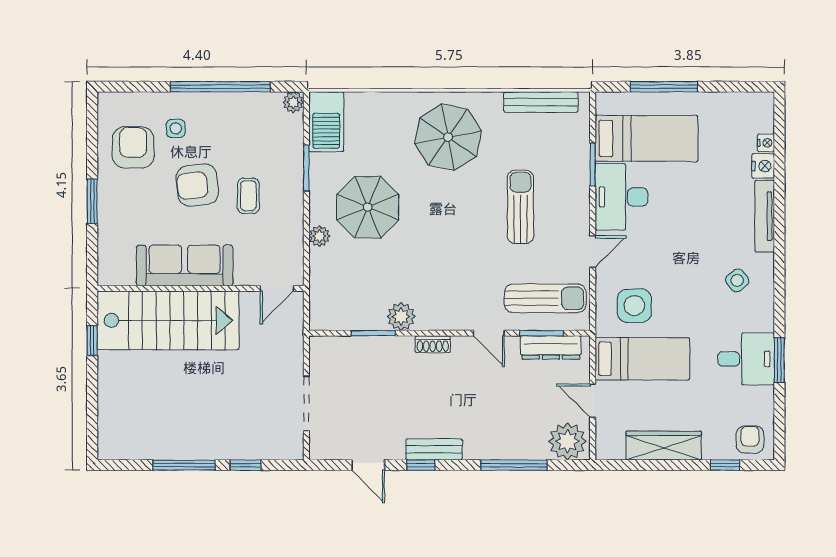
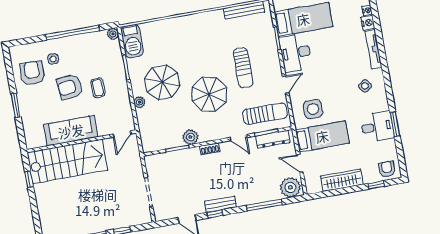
parasol: (448, 137) -> (209, 94), moved
sun lounger: (520, 207) -> (243, 68), turned 180

